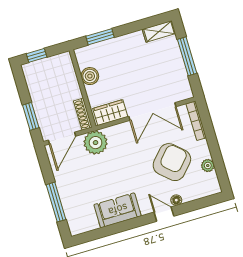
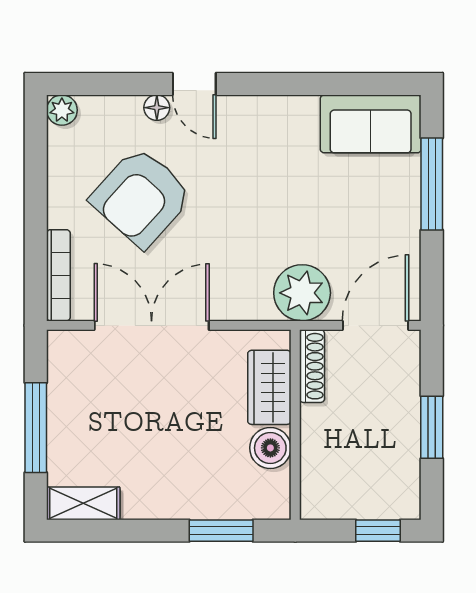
wardrobe: (110, 113) -> (269, 387), moved, turned 90
window: (31, 116) -> (432, 427), moved
plant: (208, 166) -> (62, 110), moved
sofa: (118, 210) -> (371, 124), moved

